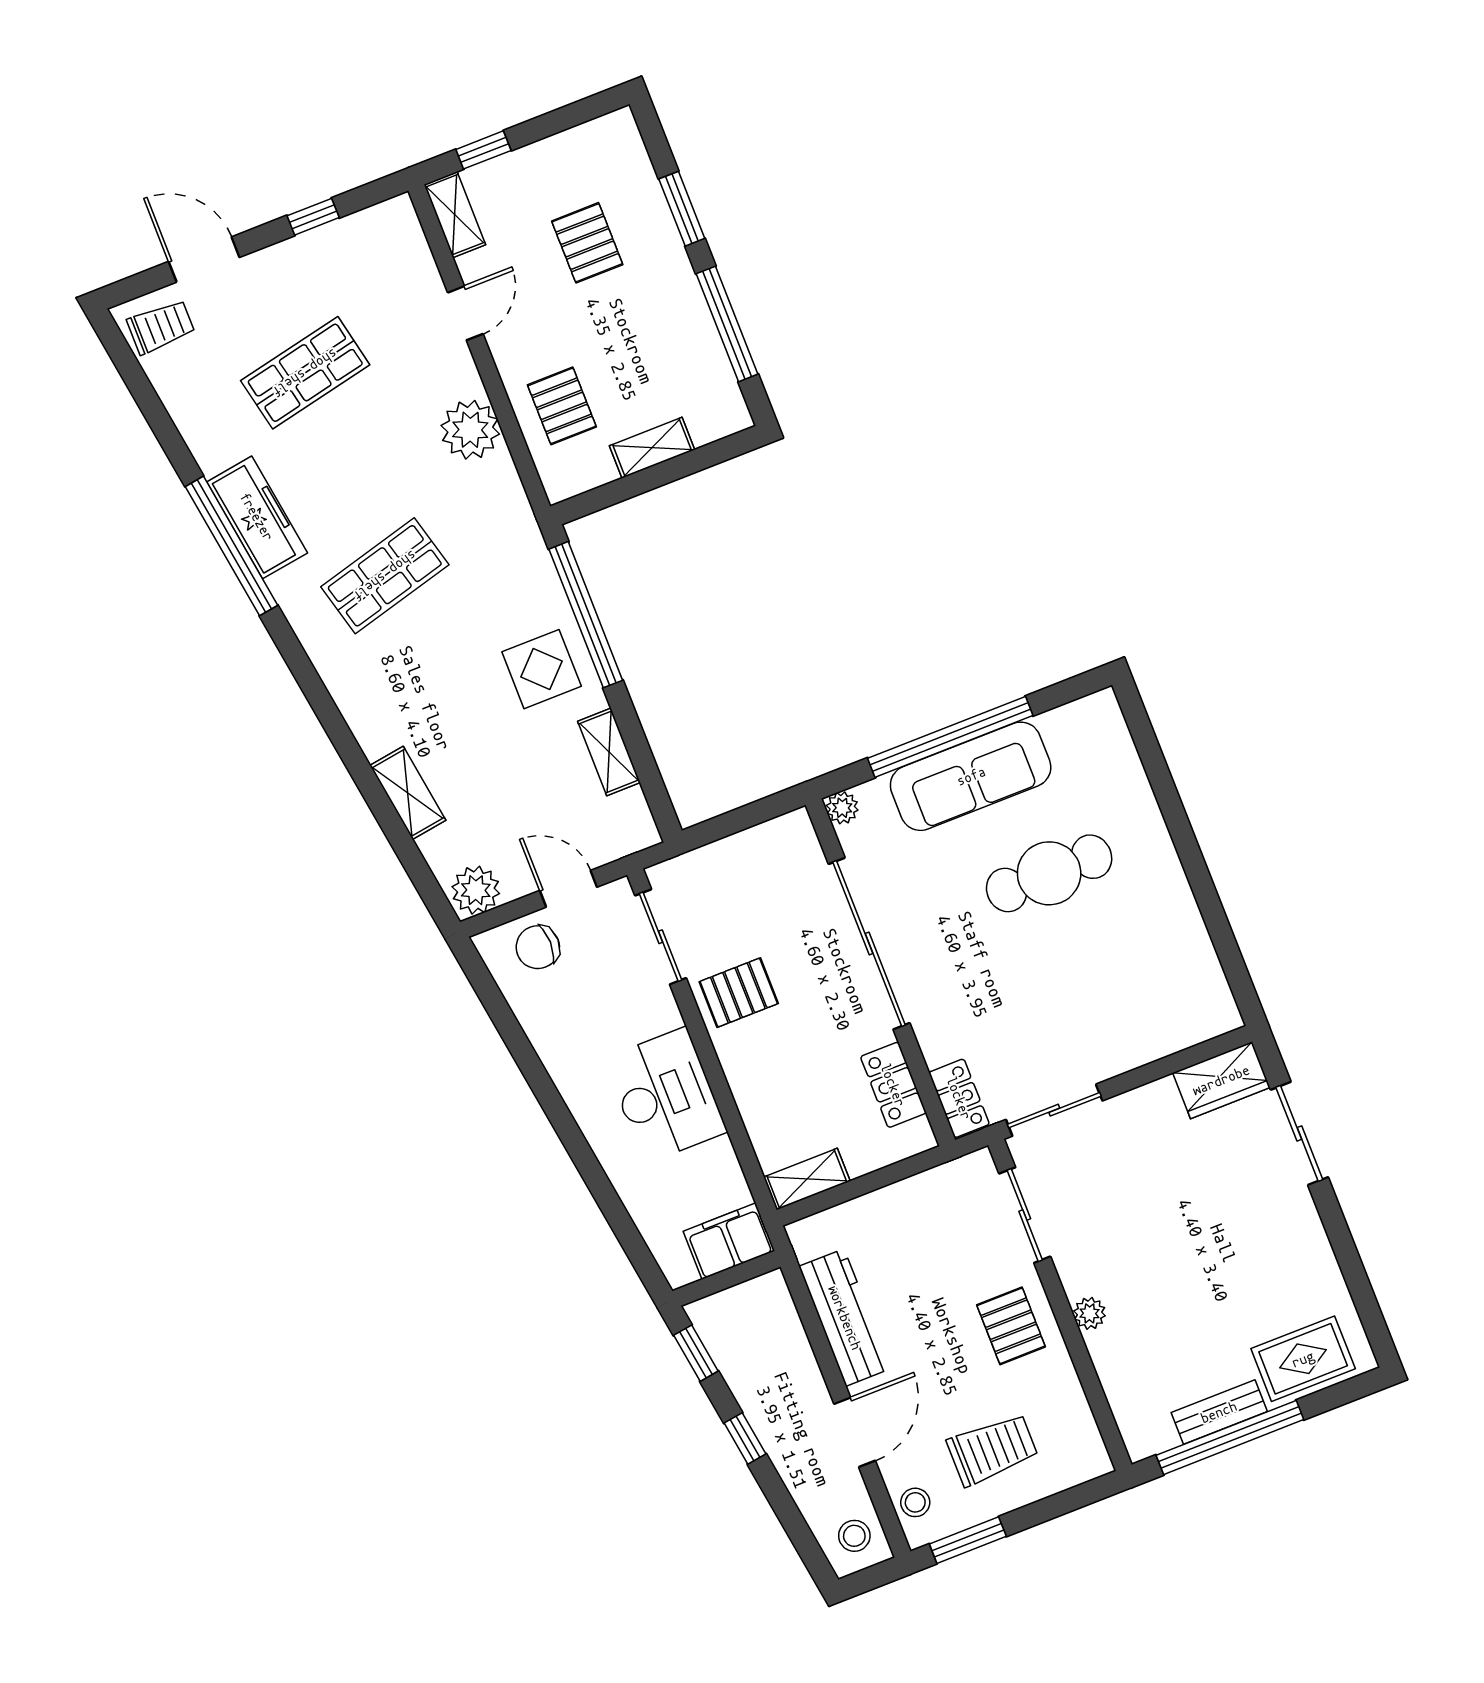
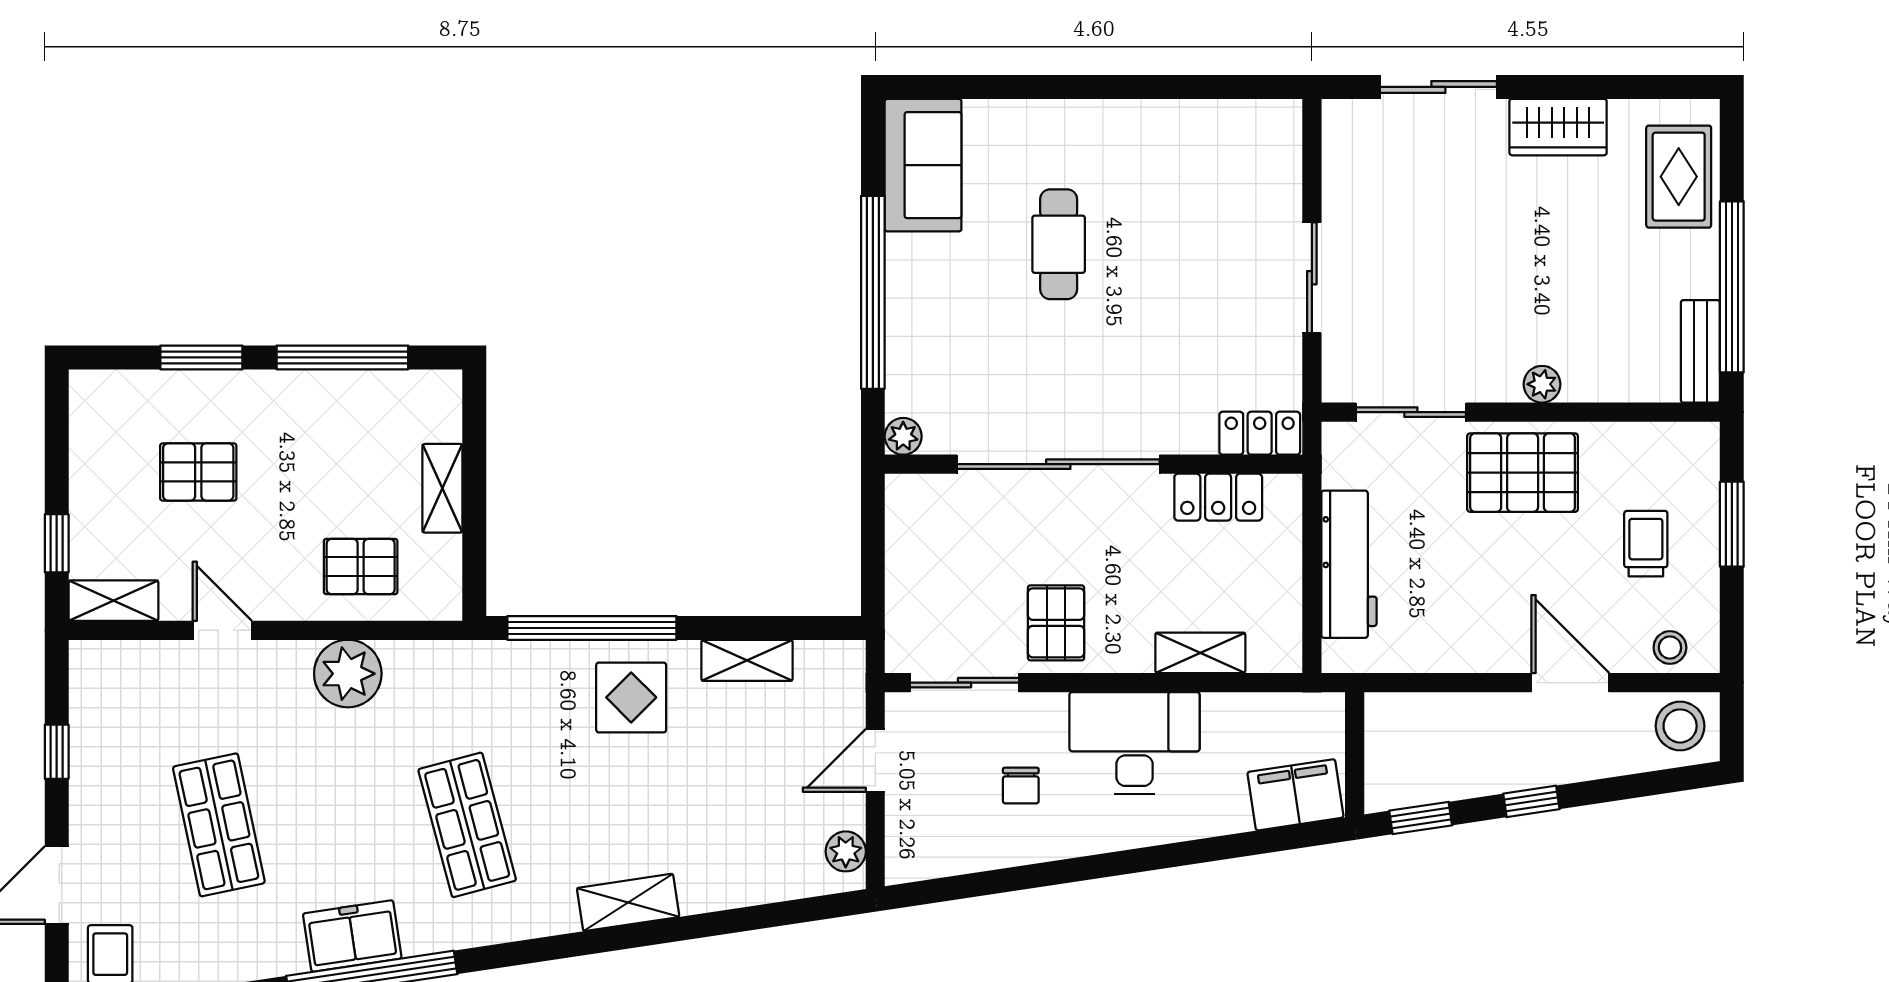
freezer: (257, 517) -> (352, 936), width x0.71
sofa: (971, 776) -> (923, 165), moved, width x0.73
shelving: (408, 793) -> (628, 902), moved
cafe table: (1049, 873) -> (1059, 244), width x0.73, depth x0.74
plant: (476, 890) -> (846, 851), width x0.73, depth x0.73
chair: (538, 947) -> (1021, 786), moved, width x0.73, depth x0.73
wardrobe: (1221, 1080) -> (1558, 127), moved, turned 90
sliding door: (1054, 1110) -> (1312, 278), moved
shelving: (807, 1179) -> (1200, 653), moved, turned 90
filing cabinet: (729, 1241) -> (1295, 795), moved, turned 81
workbench: (845, 1318) -> (1349, 564), moved, turned 90
pallet: (1011, 1326) -> (1523, 473), width x1.50, depth x1.42
bench: (1219, 1412) -> (1700, 351), moved
trolley: (992, 1449) -> (1646, 544), width x0.73, depth x0.72
stool: (854, 1536) -> (1680, 726), width x1.37, depth x1.37
window: (968, 1540) -> (1732, 524), moved

